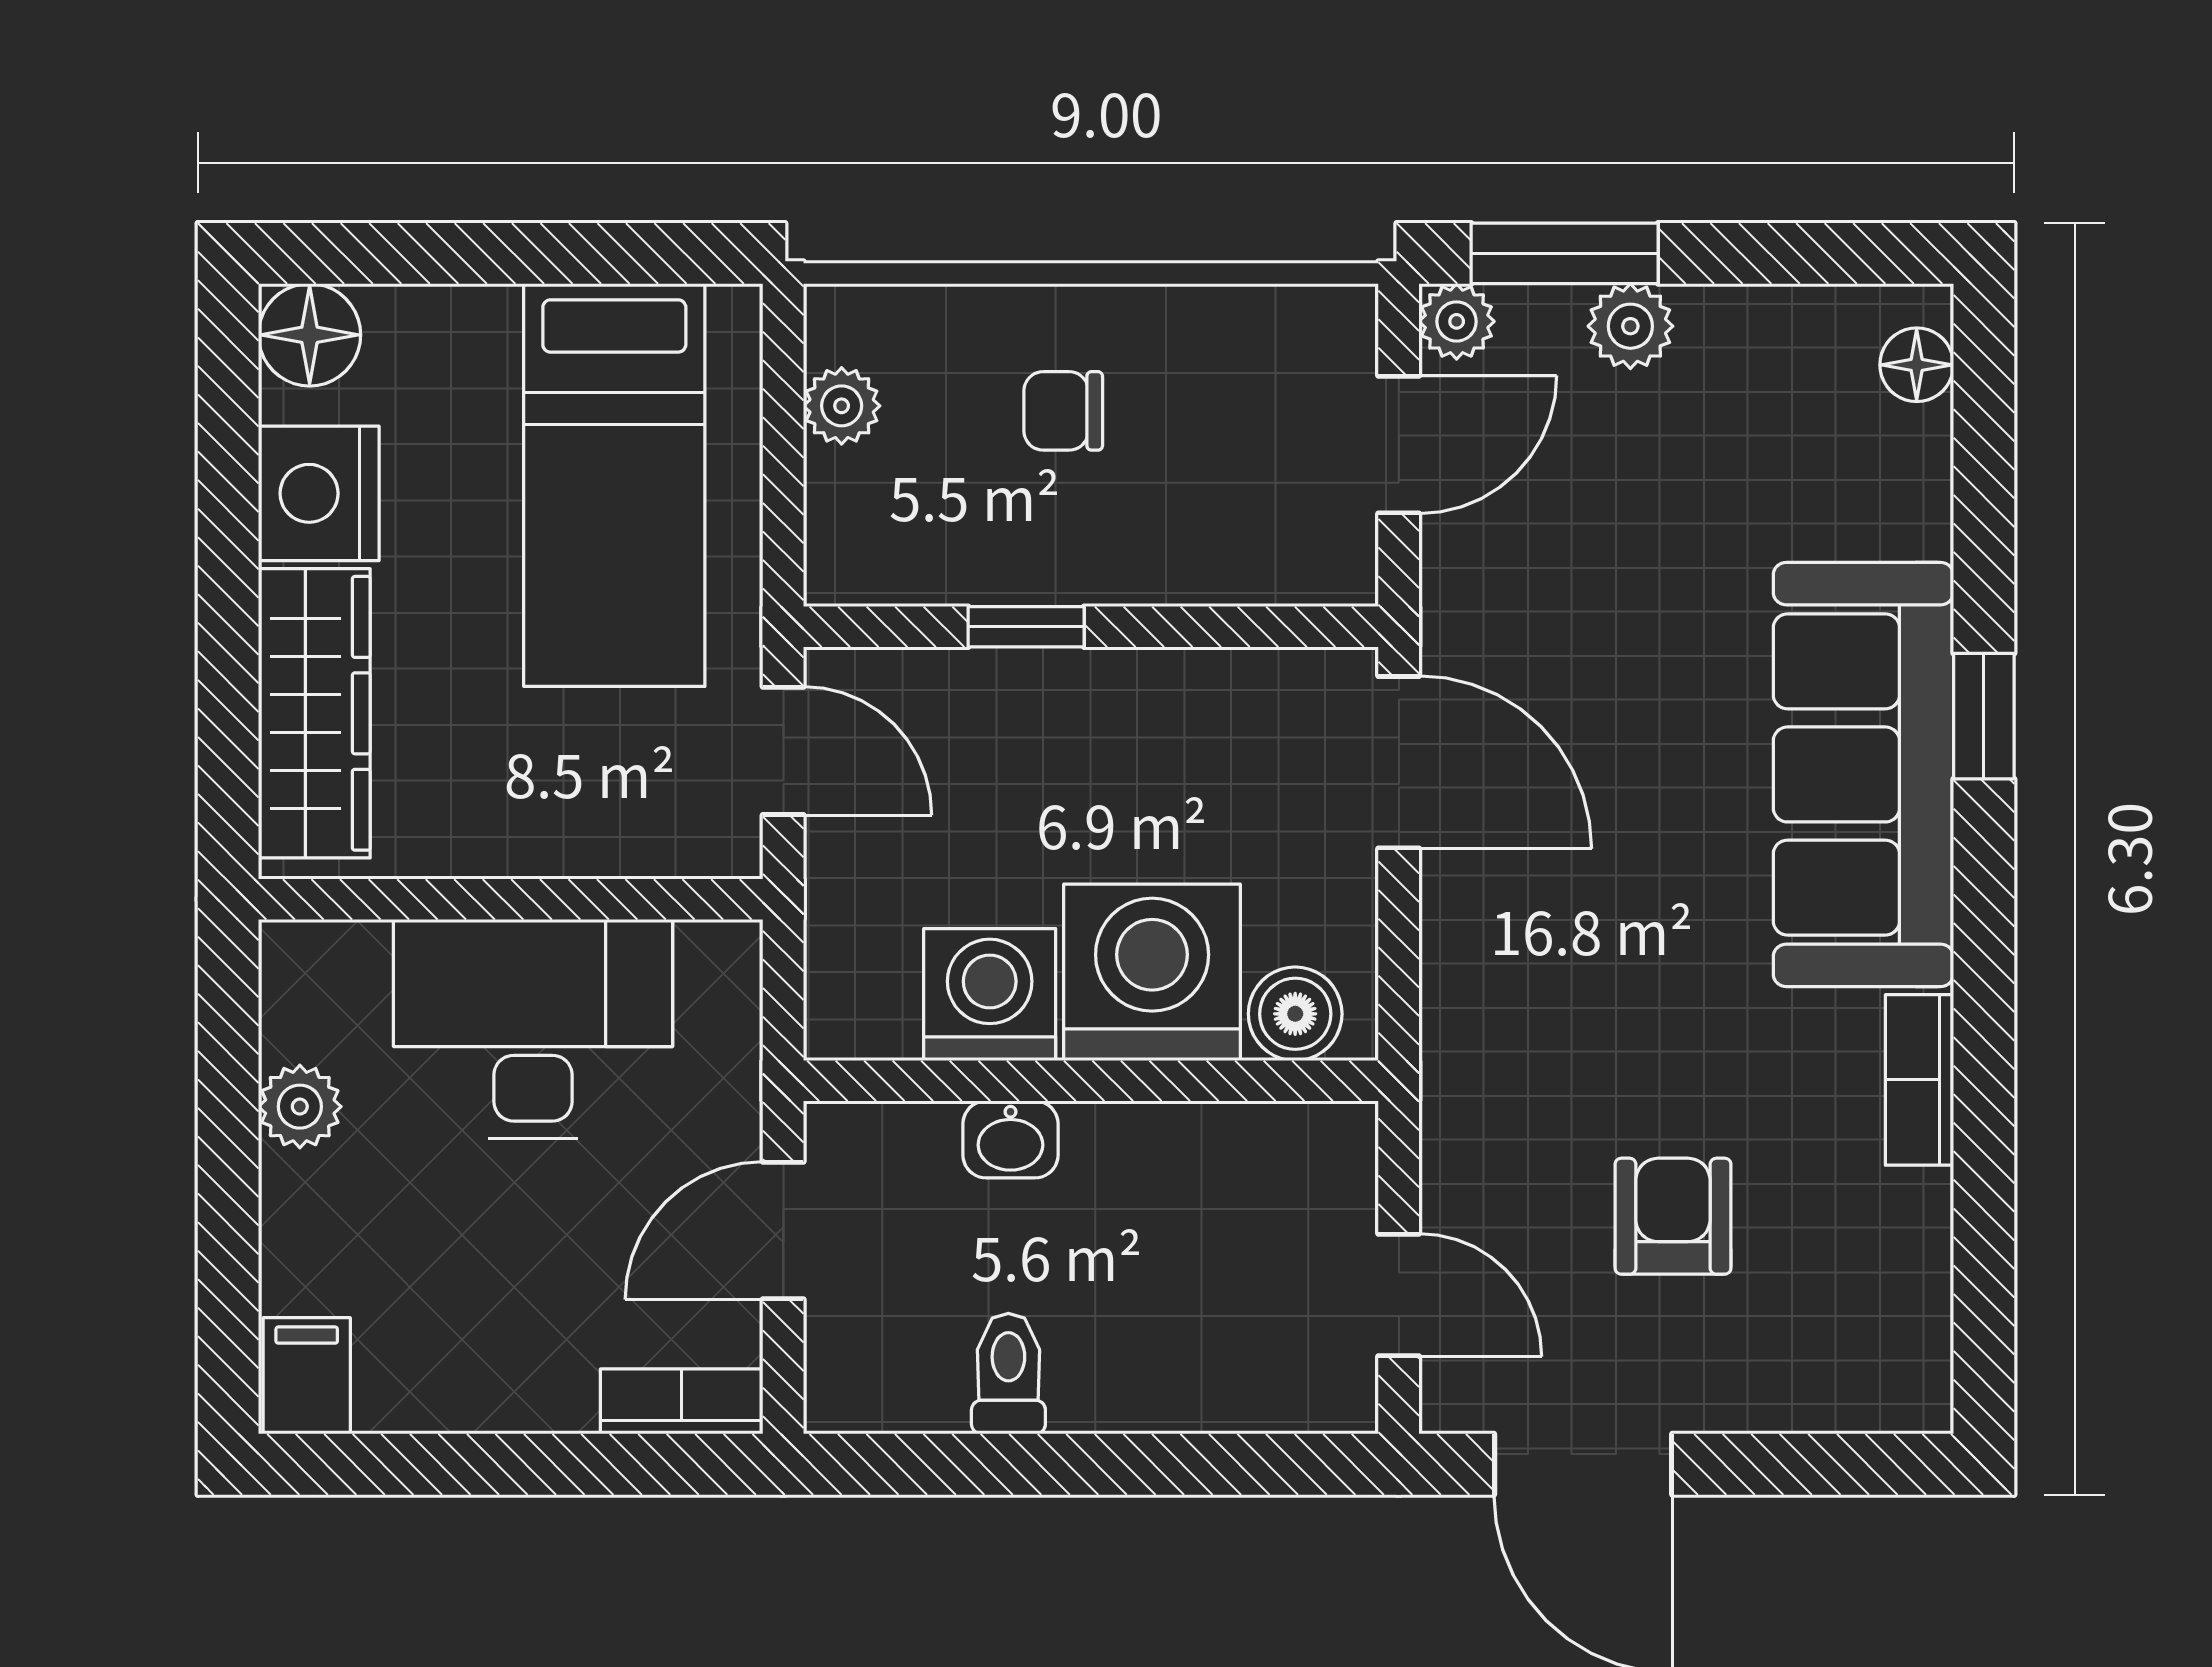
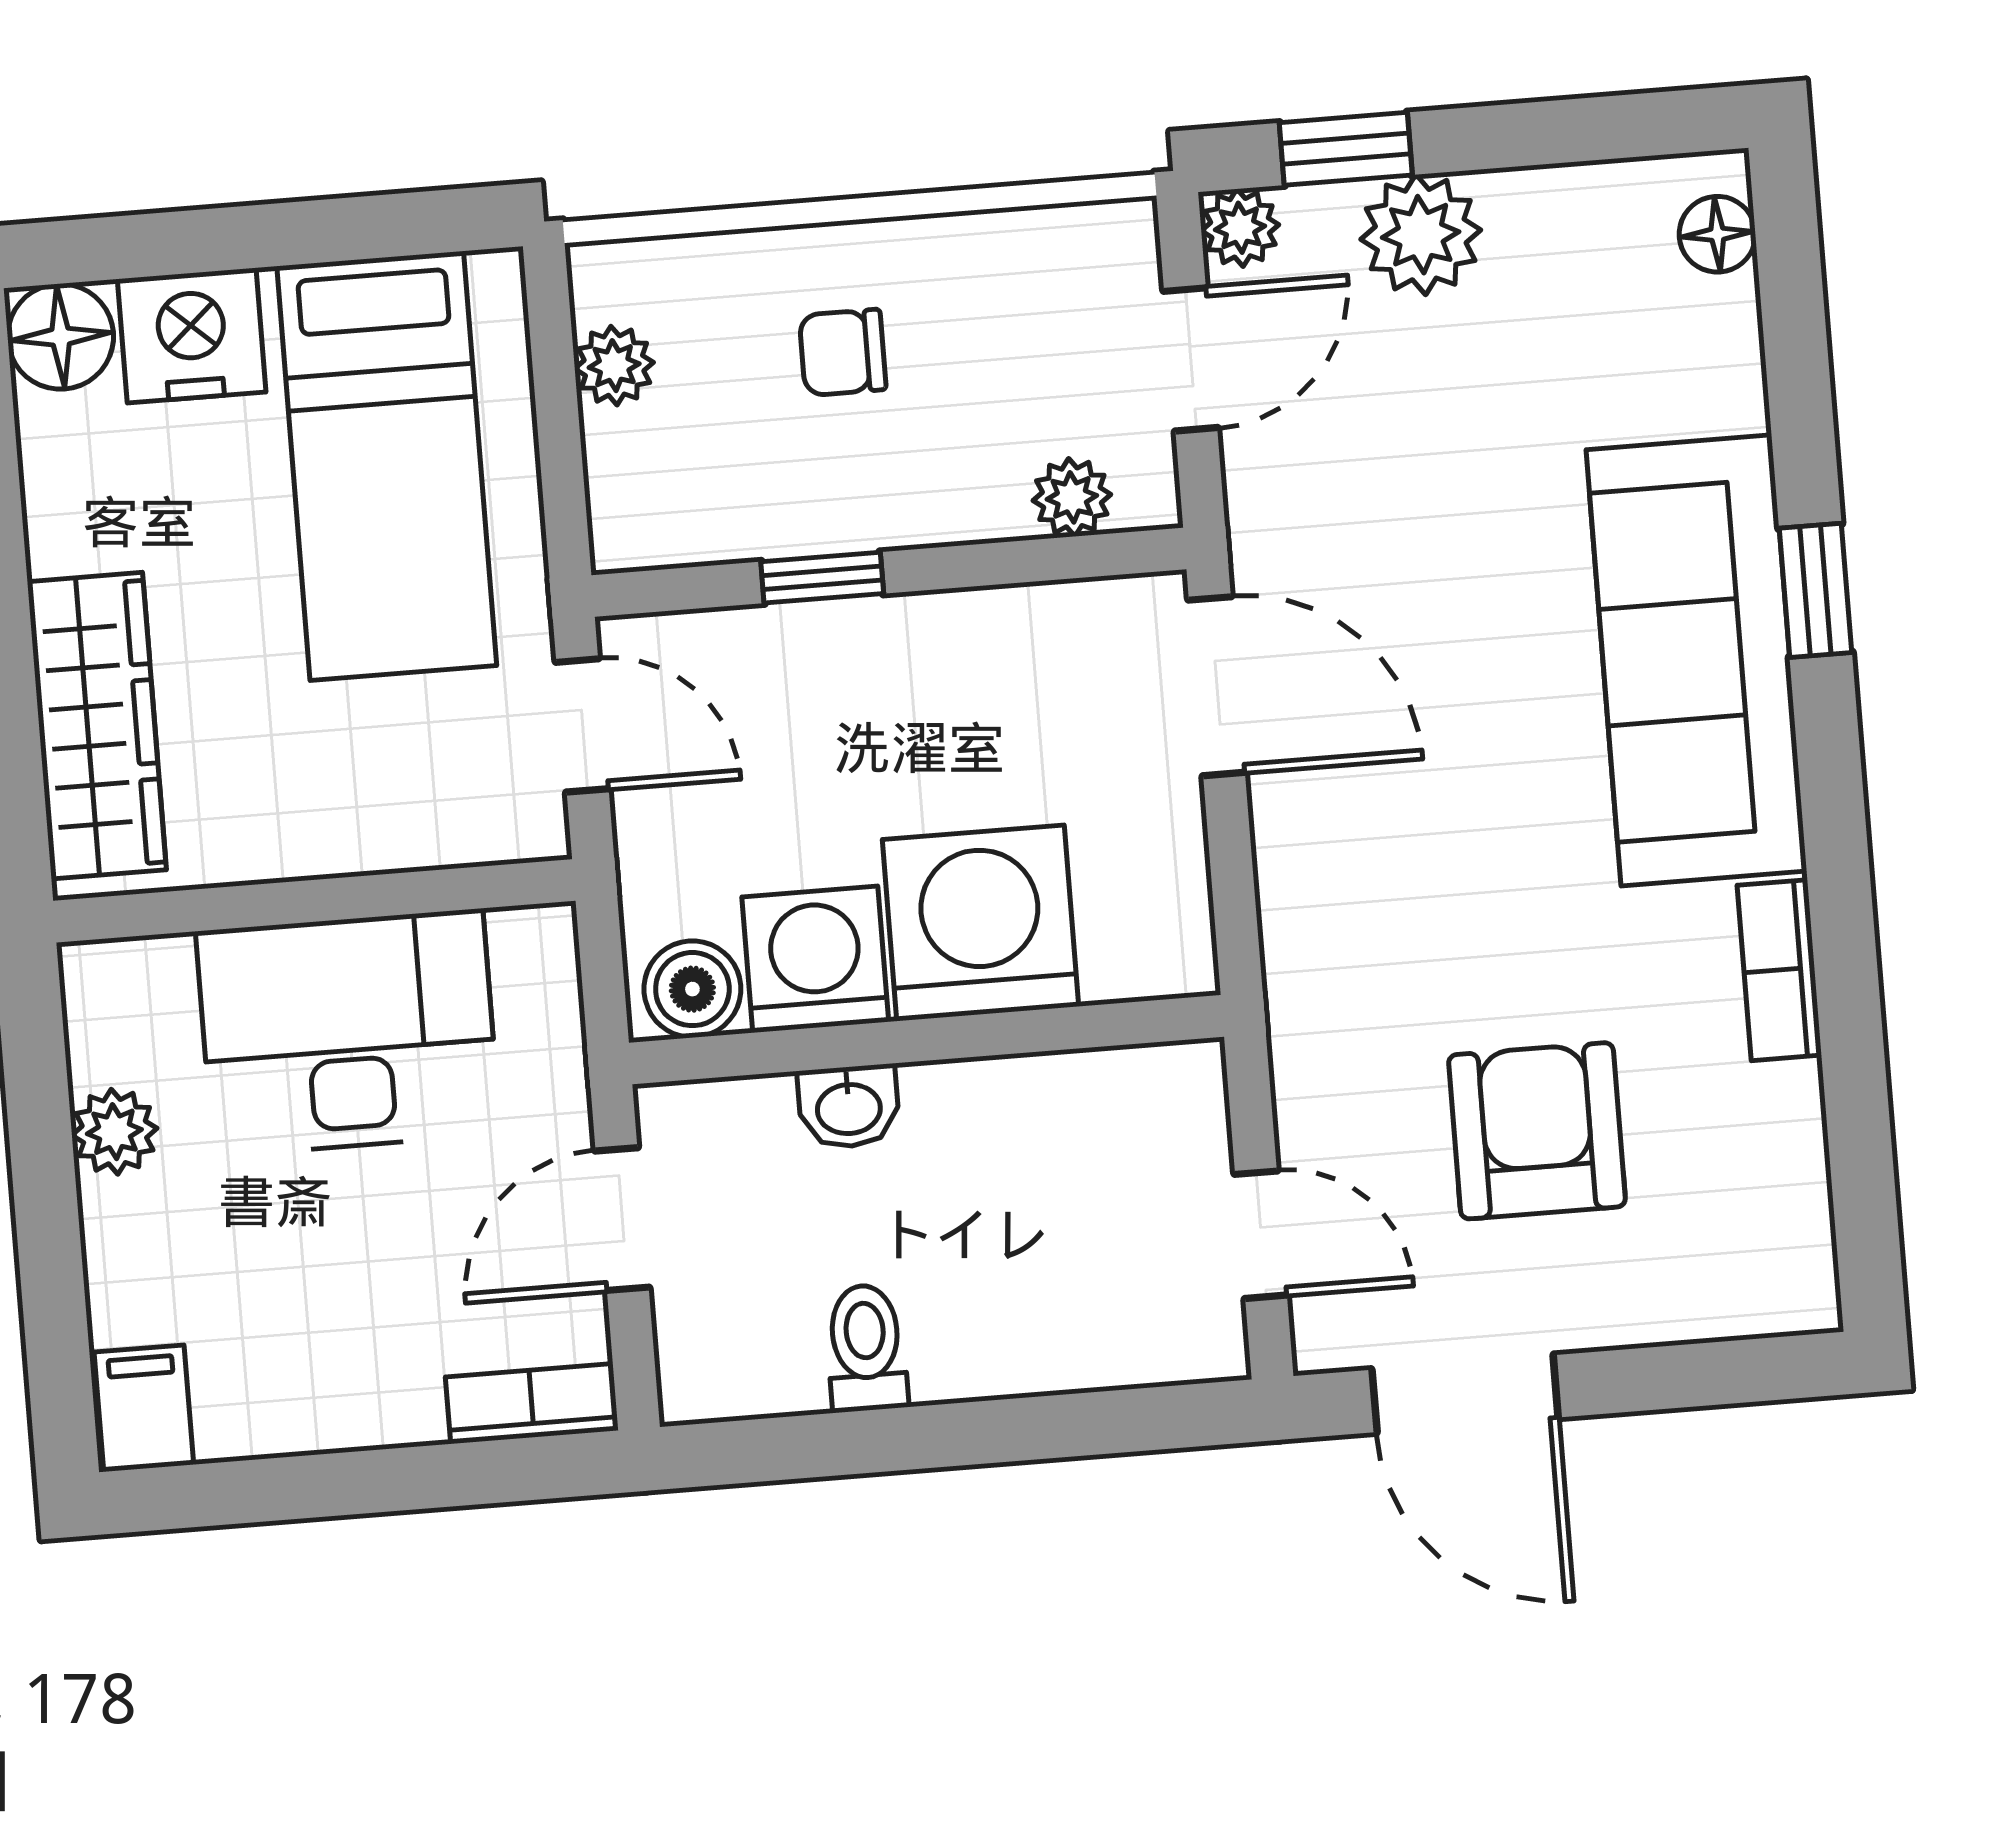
window: (1565, 253) -> (1346, 149), width x0.67
plant: (1630, 326) -> (1421, 235), width x1.38, depth x1.38
nightstand: (319, 493) -> (192, 336), moved, turned 90
plant: (1273, 569) -> (1072, 497), added
boiler: (1295, 1014) -> (692, 989), moved
armchair: (1673, 1216) -> (1537, 1131), width x1.38, depth x1.38

